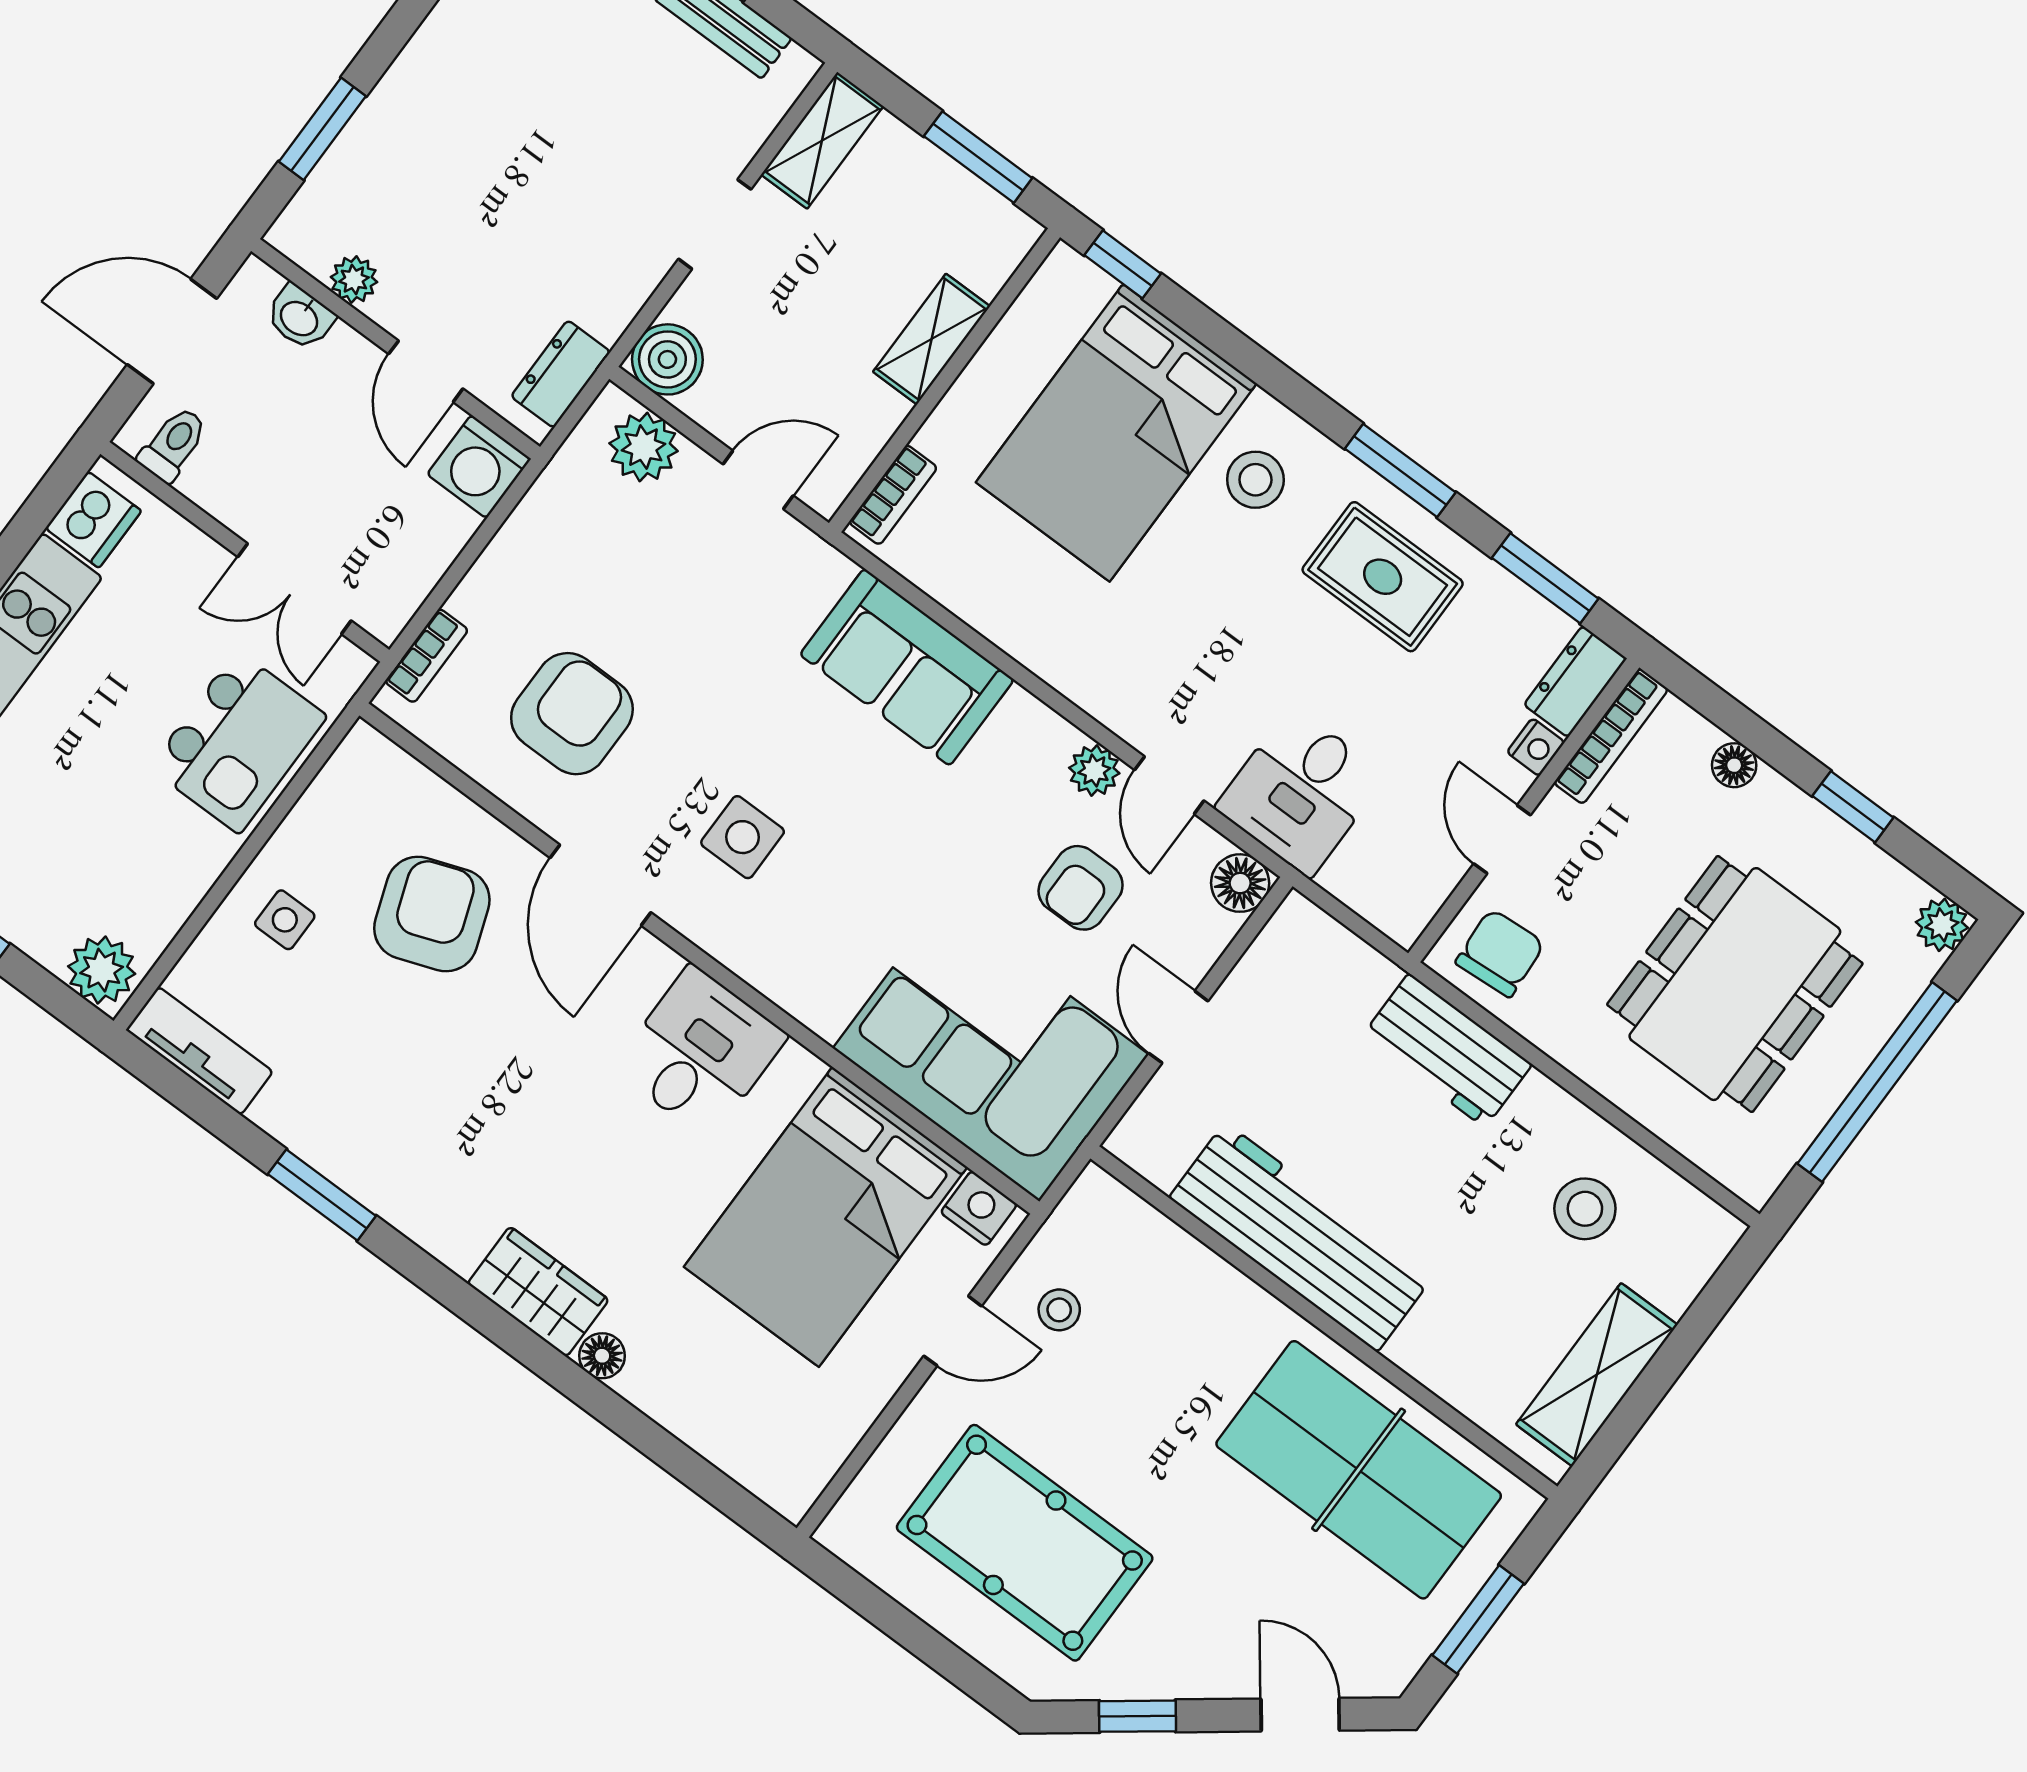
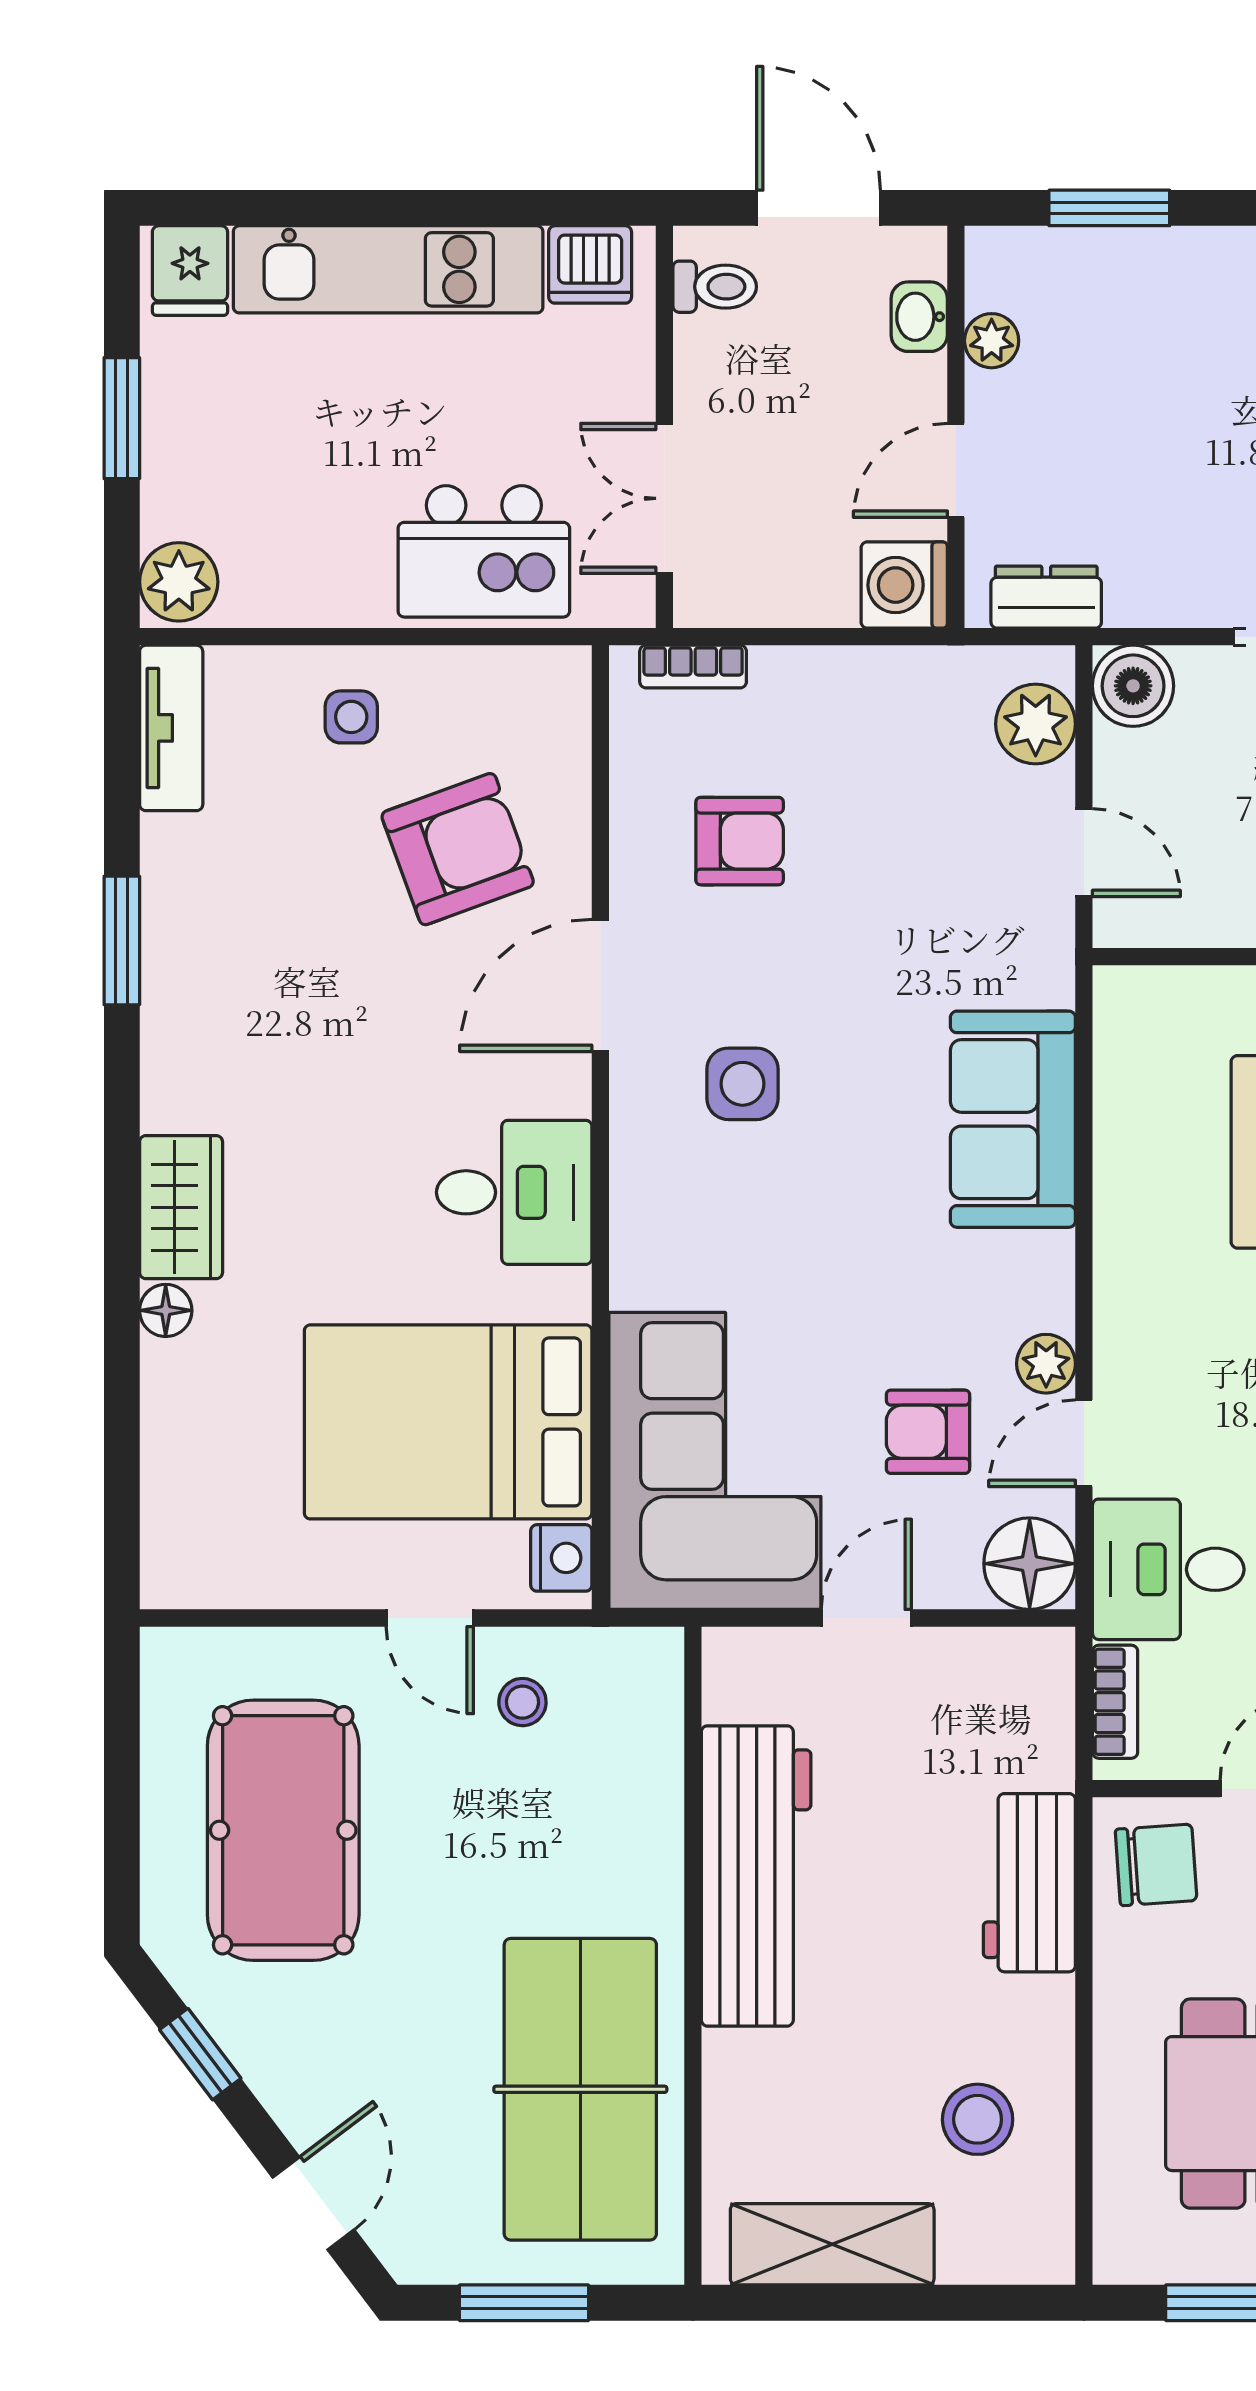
bookcase: (893, 495) -> (1115, 1702), moved, turned -90
armchair: (572, 714) -> (740, 841), width x0.72, depth x0.72
floor lamp: (1240, 883) -> (1030, 1564), width x1.38, depth x1.38

